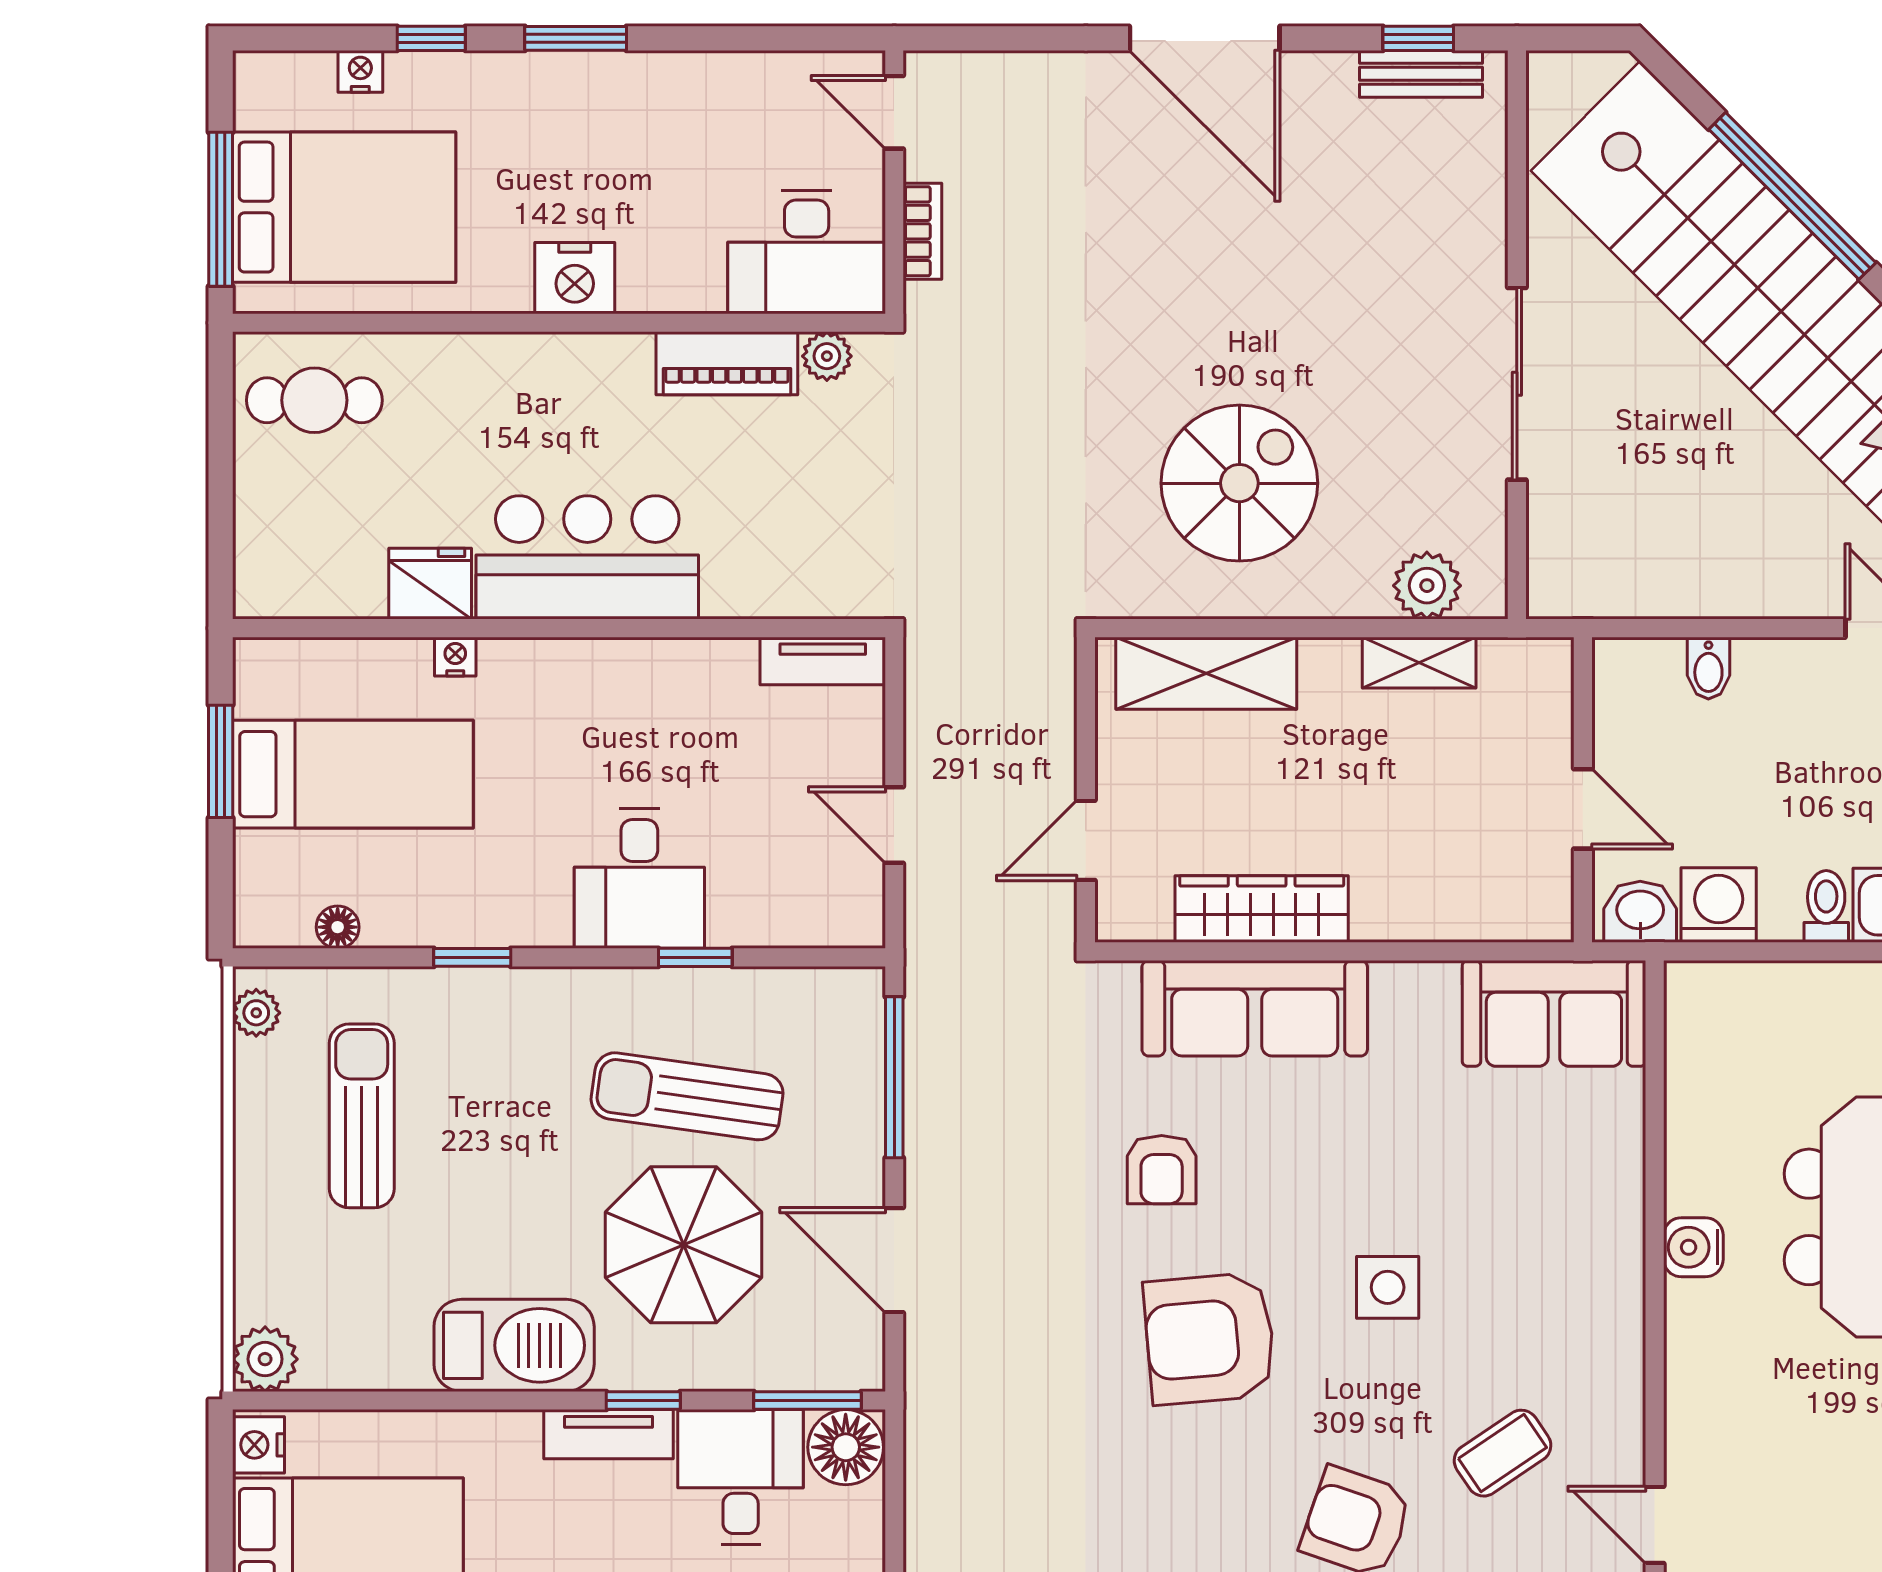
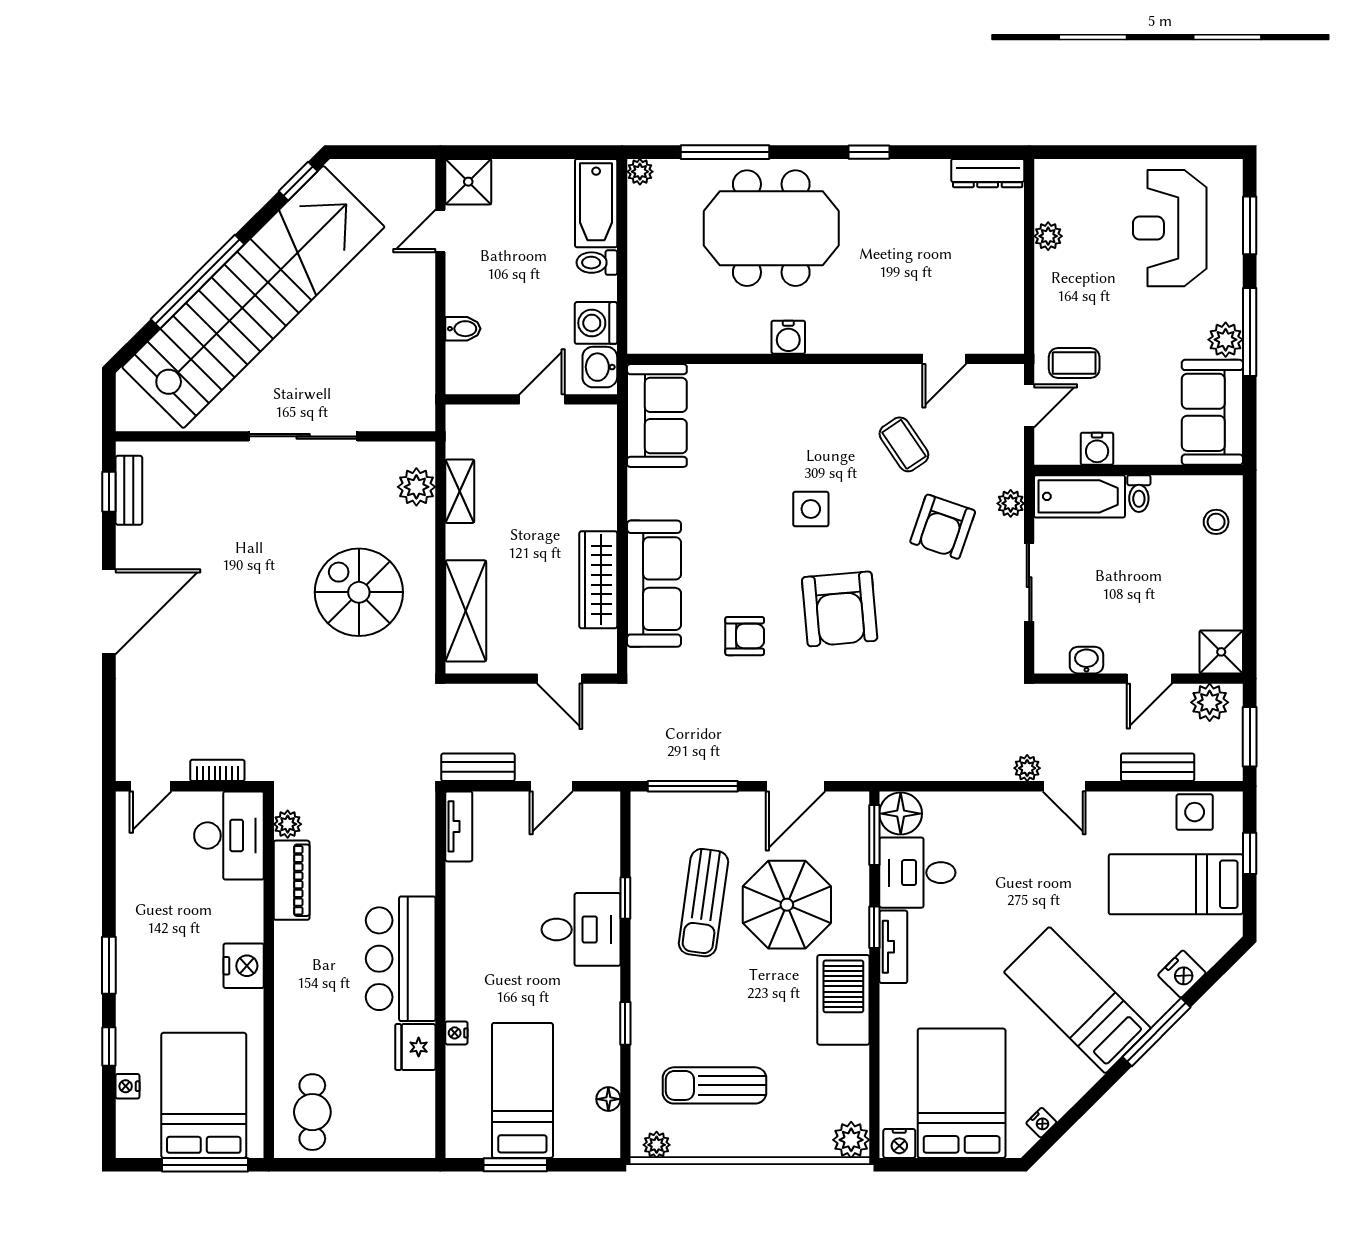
bench: (928, 695) -> (478, 767), added

